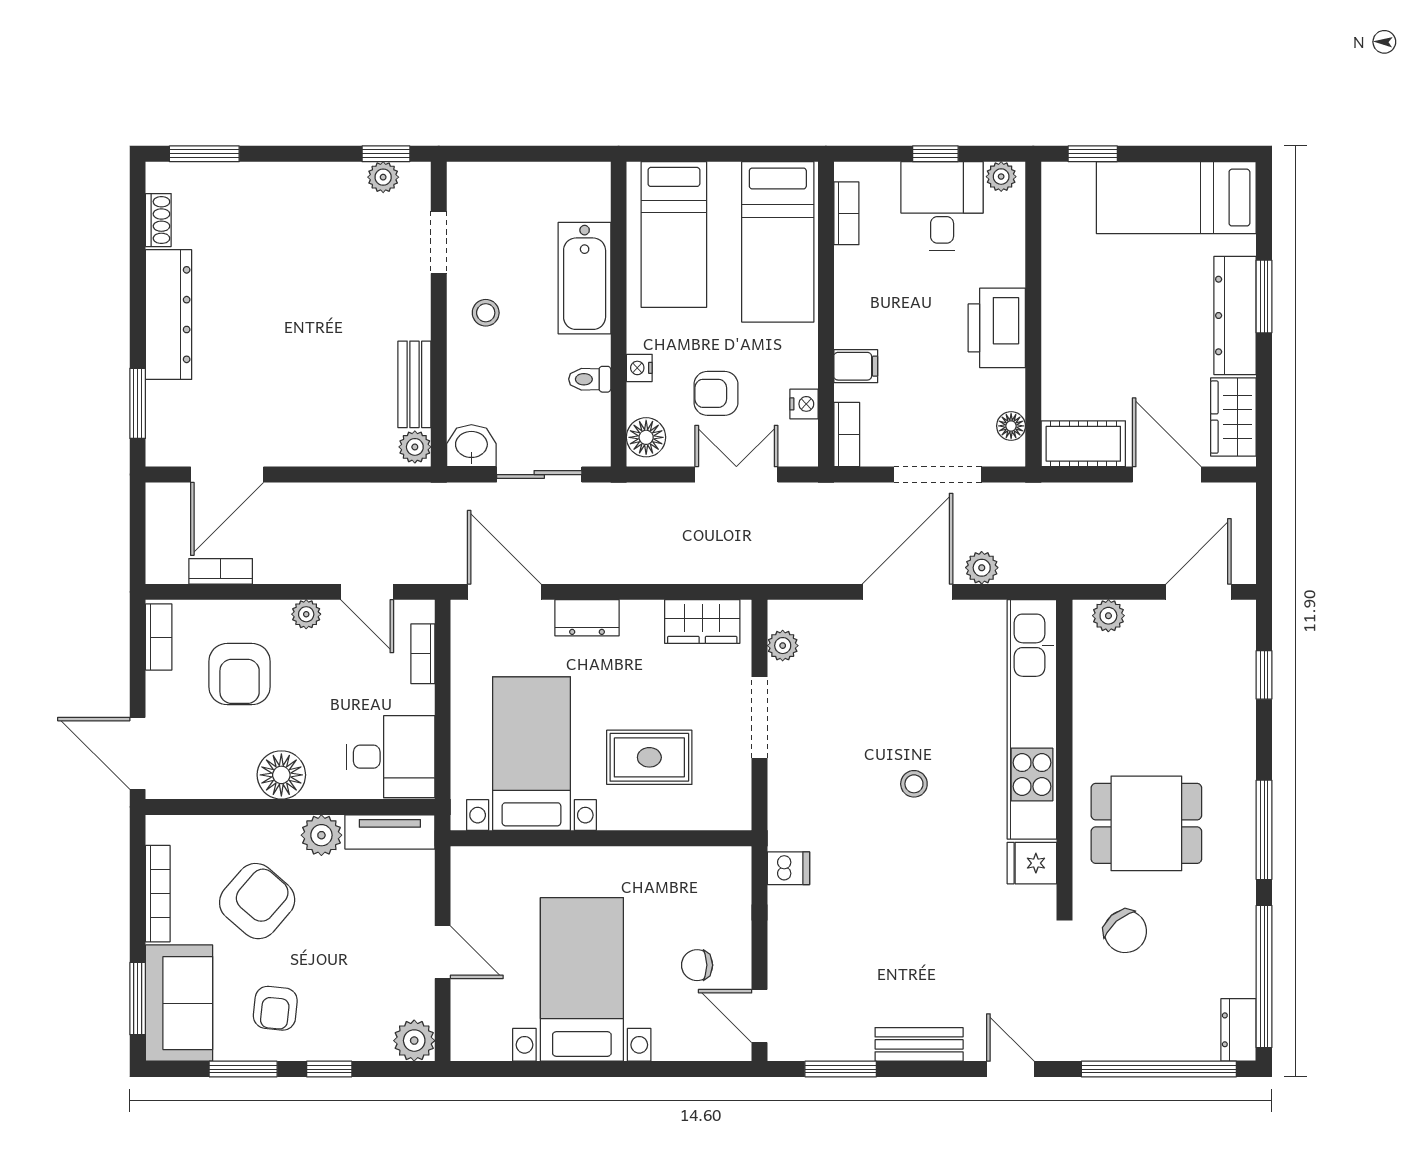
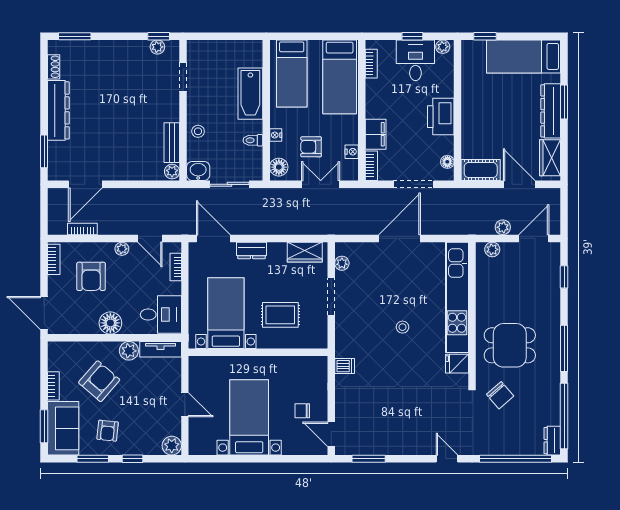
stool: (486, 313) -> (198, 131), moved
filing cabinet: (856, 366) -> (376, 134), width x2.00
plant: (982, 568) -> (503, 227), moved
bookcase: (158, 894) -> (53, 386), width x0.64
bench: (919, 1044) -> (405, 447), removed

